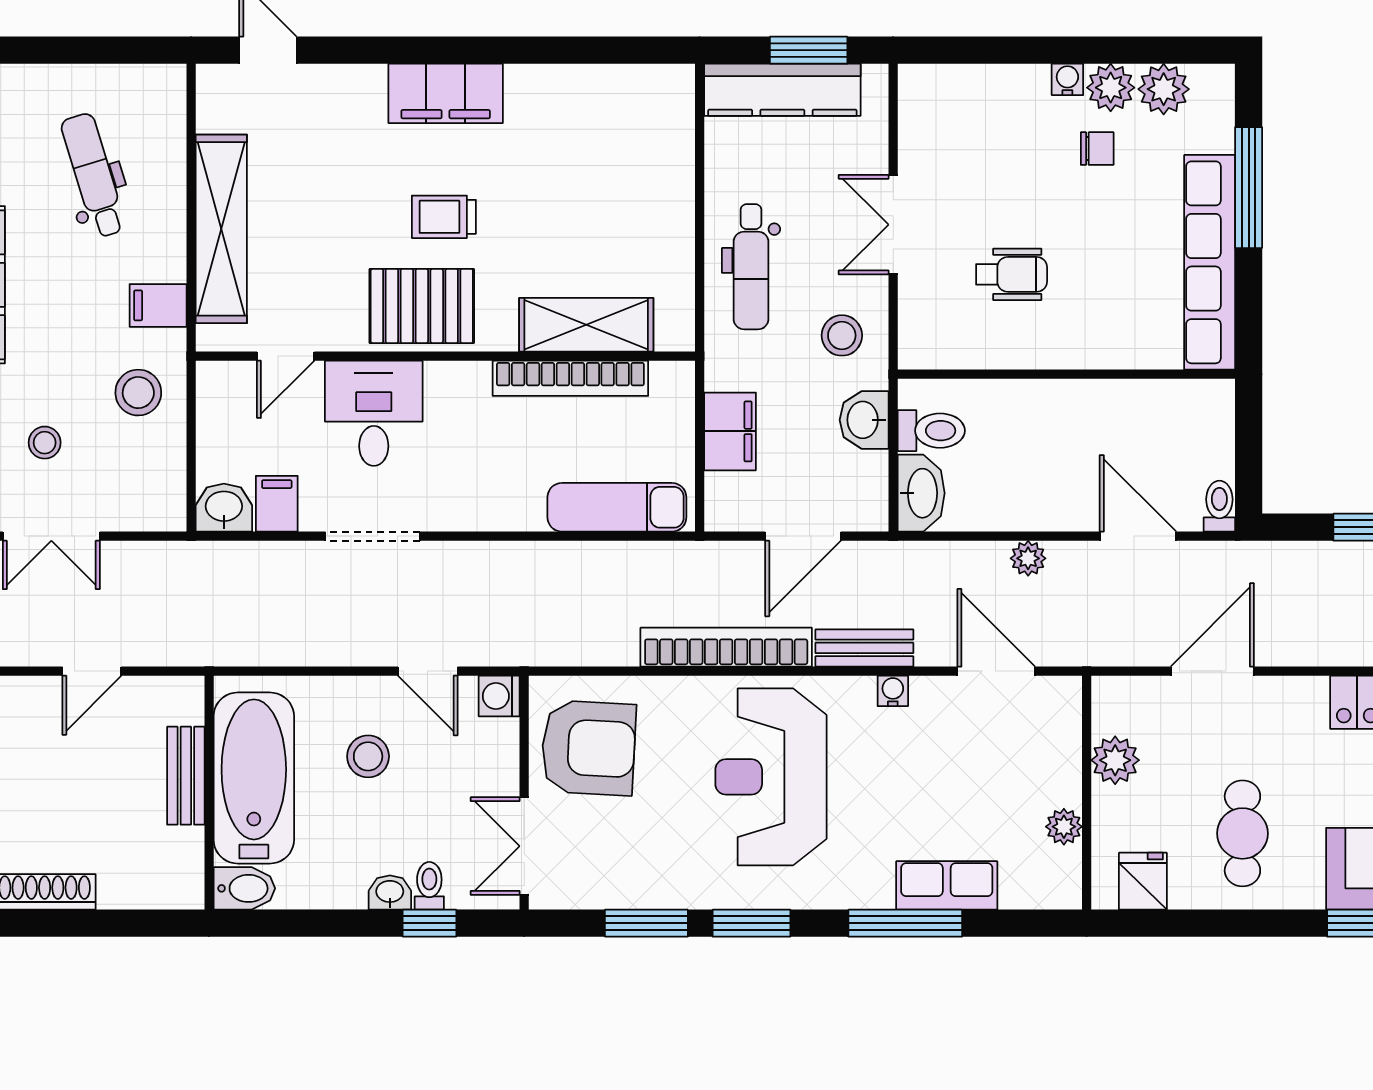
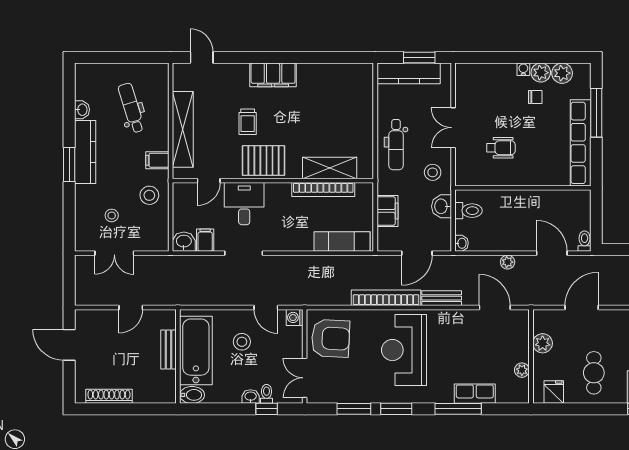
trolley: (444, 217) -> (248, 122), moved, turned -90
washbasin: (921, 493) -> (462, 243), width x0.52, depth x0.69
water cooler: (893, 691) -> (453, 315), removed

